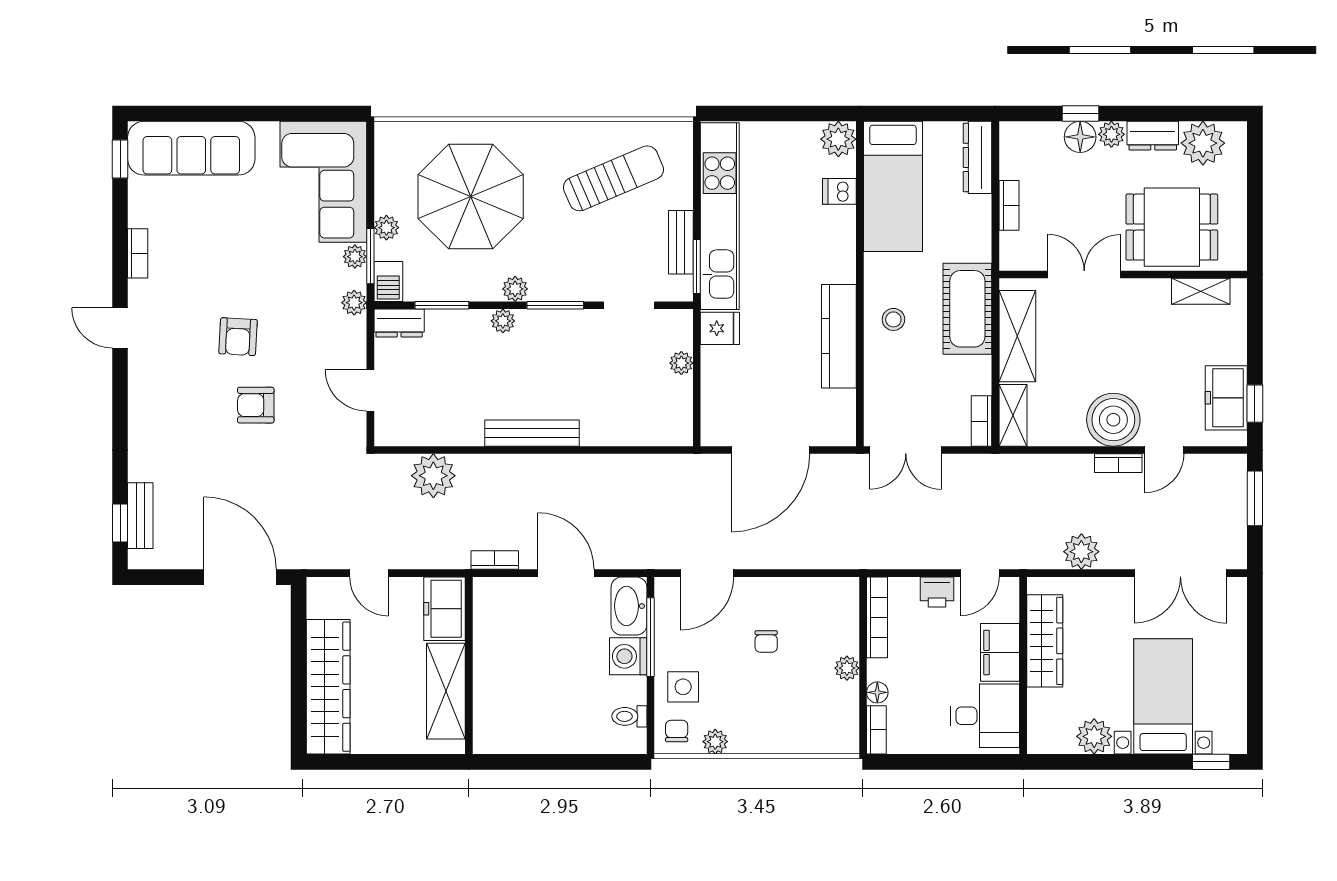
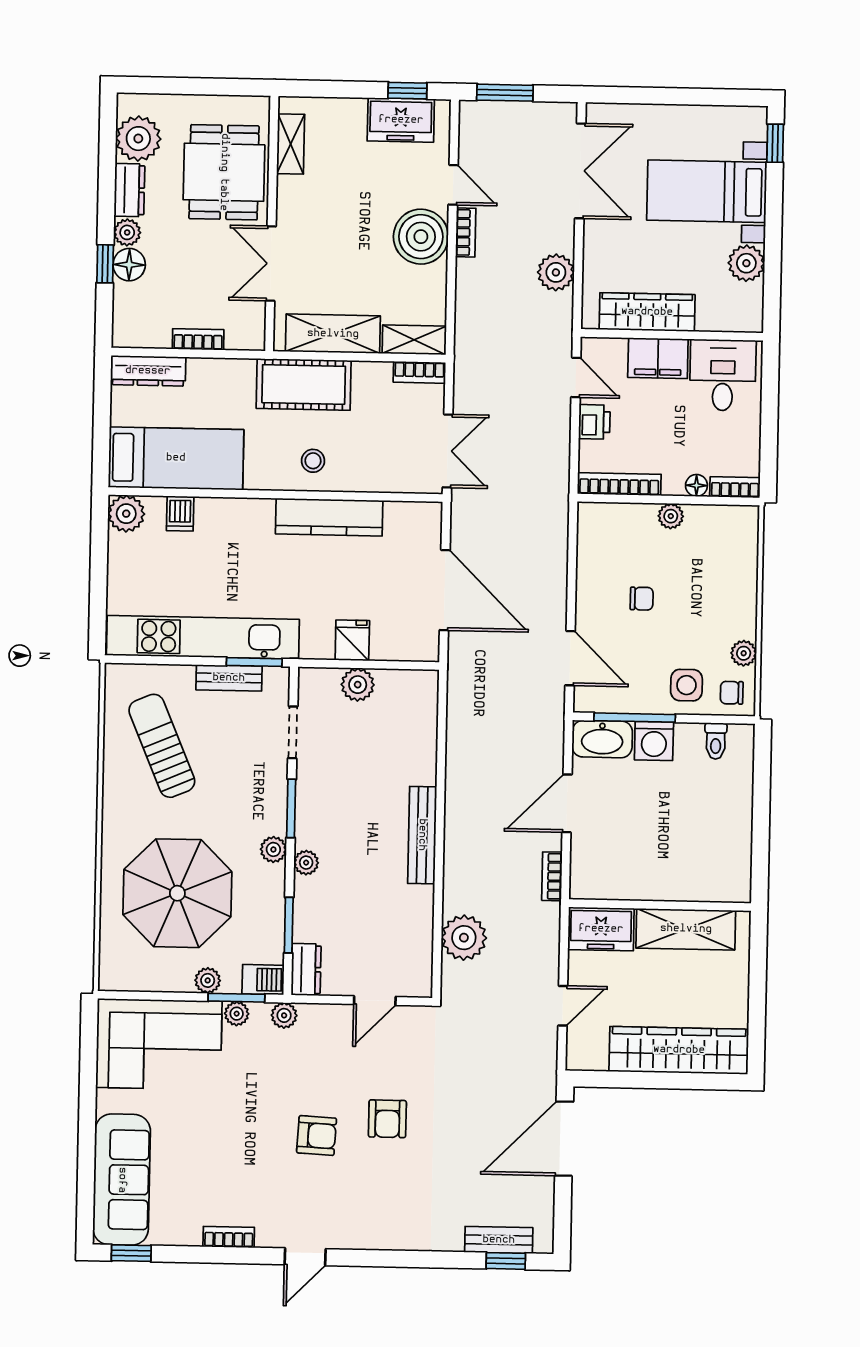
fridge: (720, 328) -> (352, 640), moved
plant: (681, 363) -> (358, 685), width x1.38, depth x1.38

